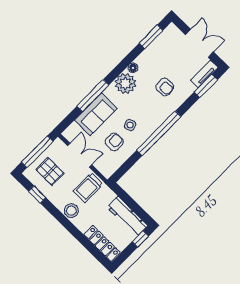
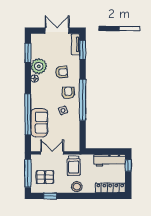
plant: (125, 84) -> (39, 66), moved
window: (93, 96) -> (28, 114), width x1.46
armchair: (114, 142) -> (68, 93), moved

